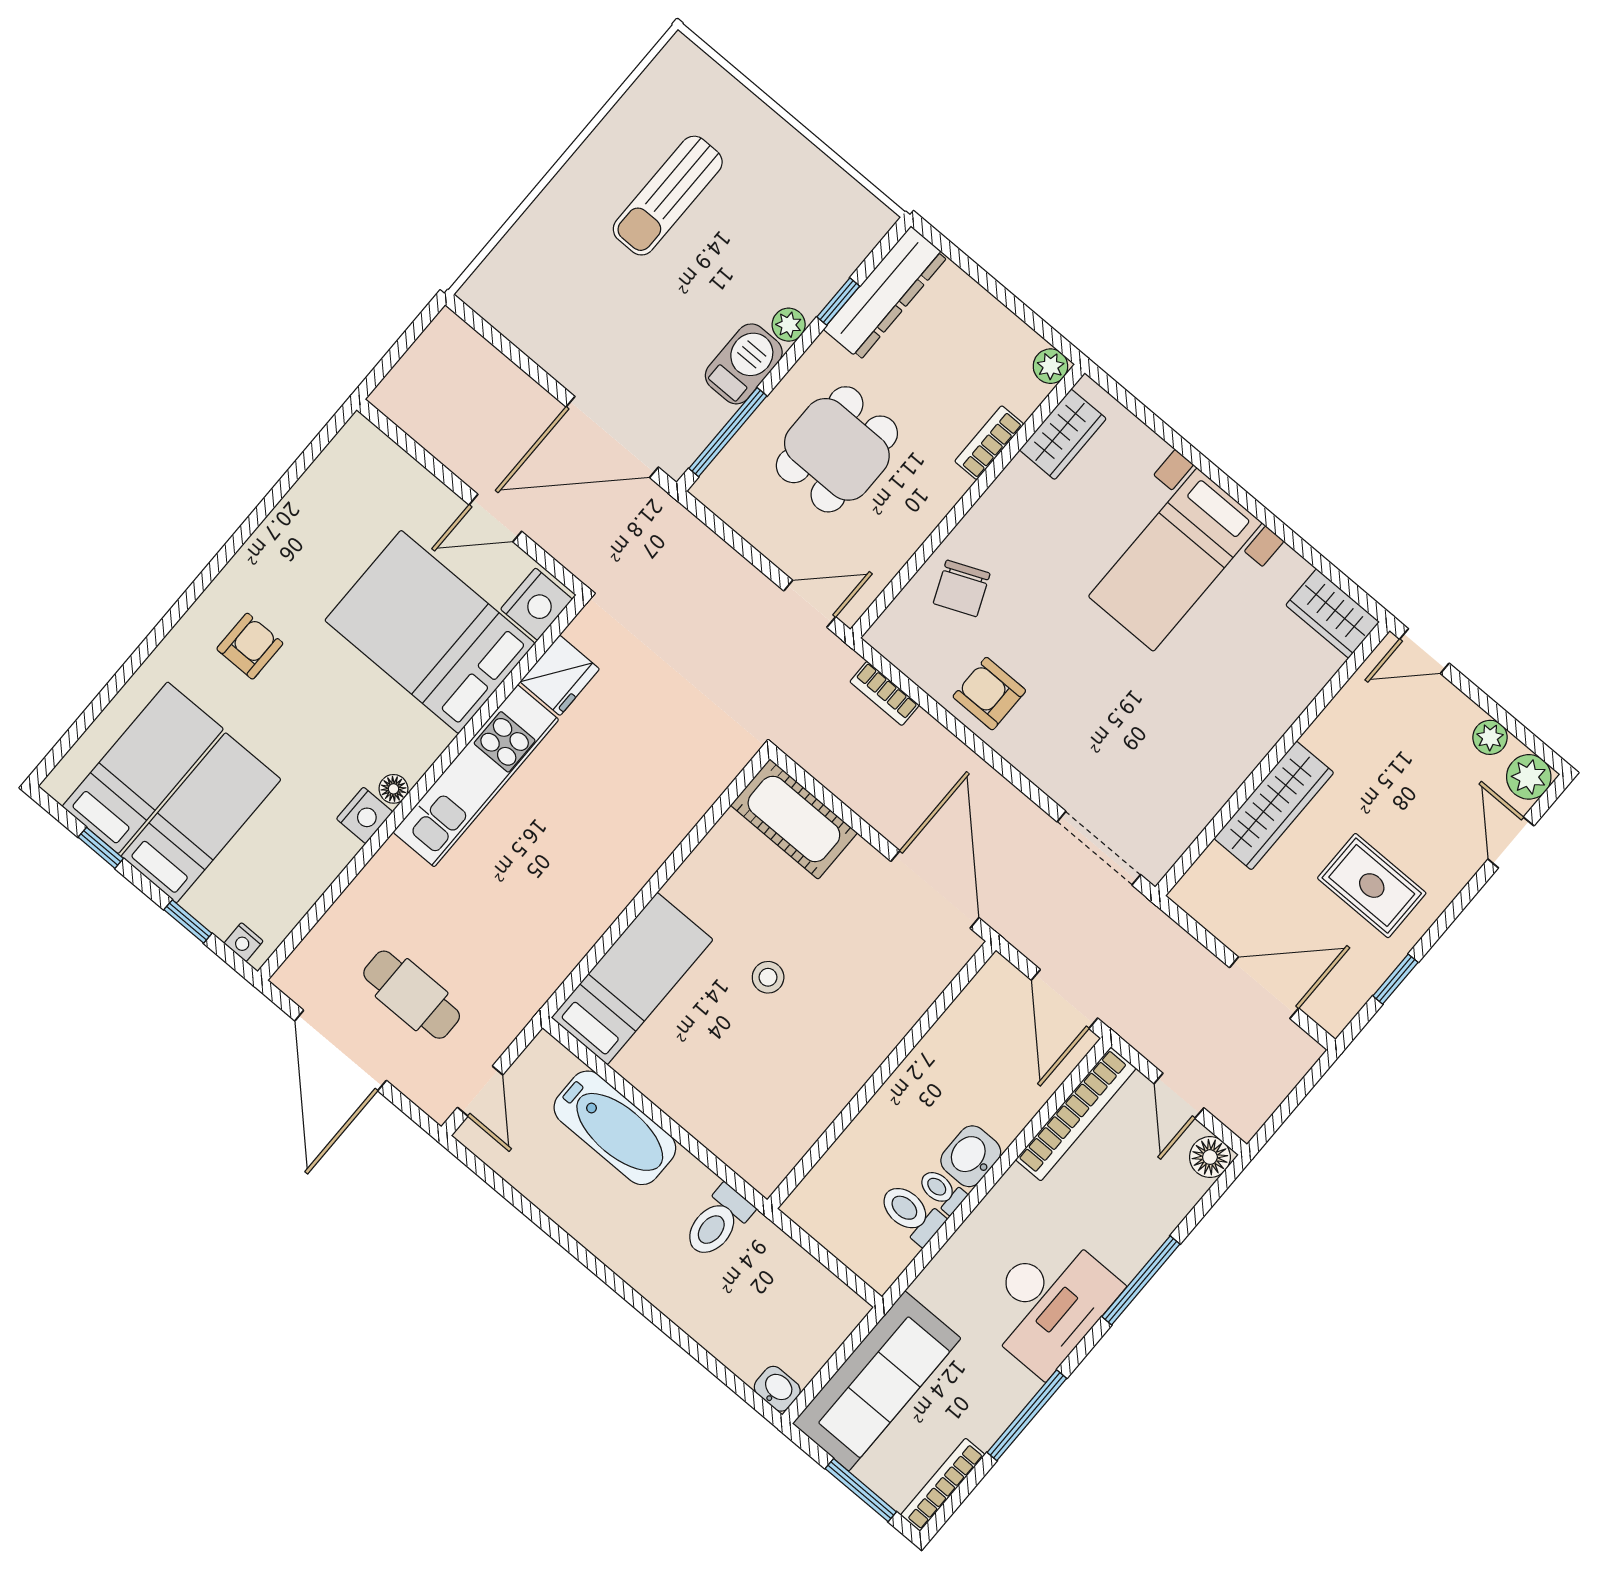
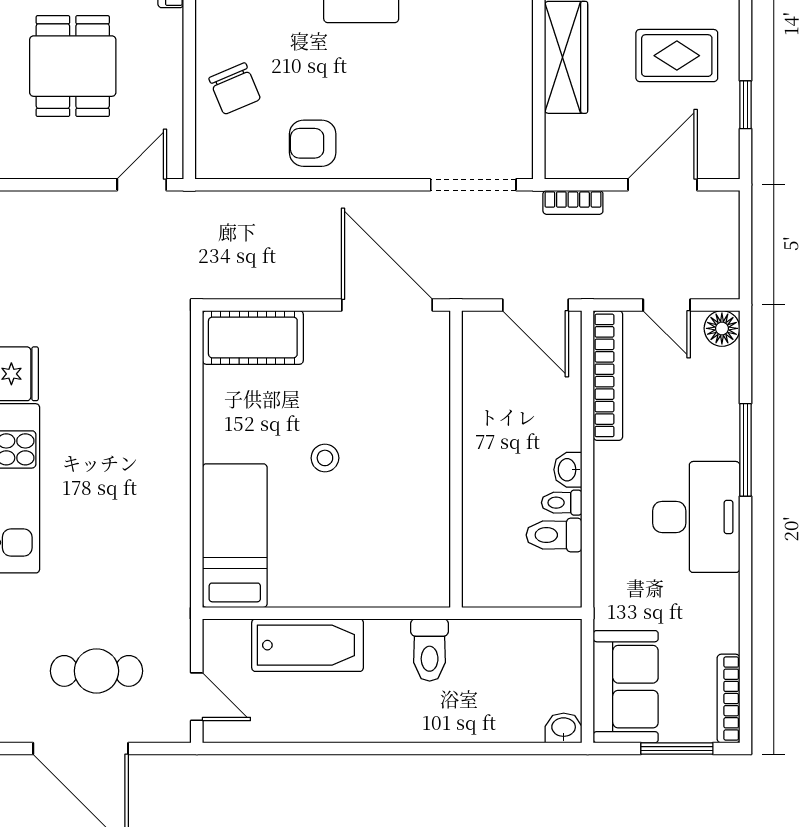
bookcase: (884, 693) -> (573, 202), moved
washbasin: (971, 1156) -> (568, 470), width x0.72, depth x0.69
sofa: (877, 1381) -> (626, 687), width x0.73
window: (1027, 1415) -> (745, 605), removed

